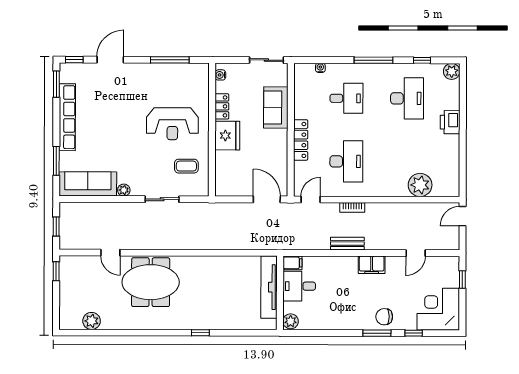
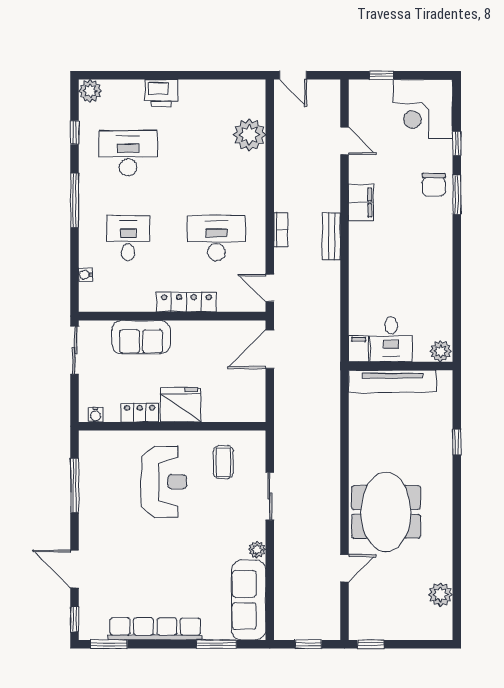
filing cabinet: (292, 263) -> (359, 349), moved
desk: (299, 286) -> (391, 339), moved
tv unit: (269, 287) -> (393, 381), moved
wall: (280, 293) -> (401, 366), moved
plant: (291, 321) -> (440, 351), moved

